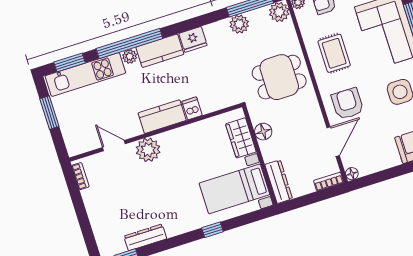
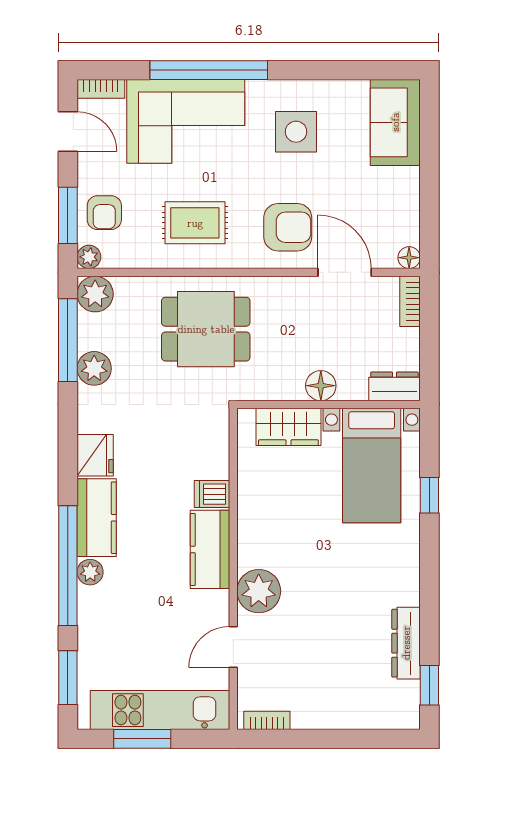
kitchen unit: (85, 74) -> (160, 710), moved, turned -90
dining table: (279, 77) -> (206, 329), turned 90
armchair: (348, 104) -> (288, 227), turned 180
floor lamp: (263, 132) -> (321, 386), moved
dresser: (279, 182) -> (394, 386), width x0.70
window: (212, 230) -> (429, 495), moved

